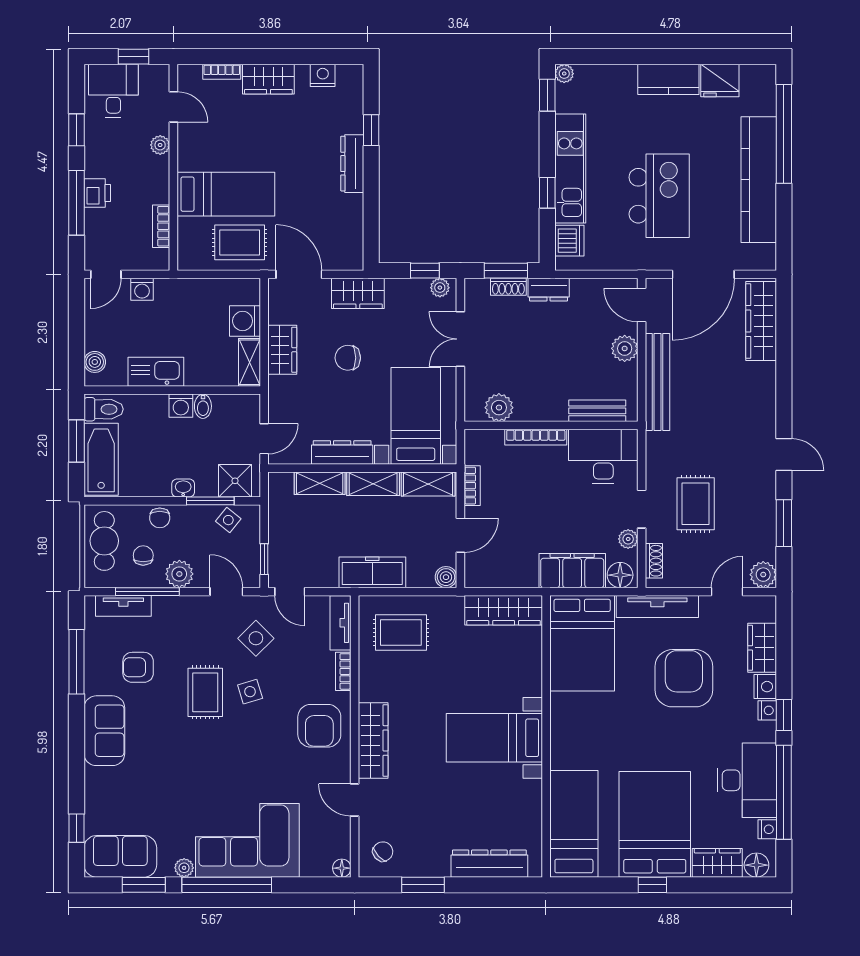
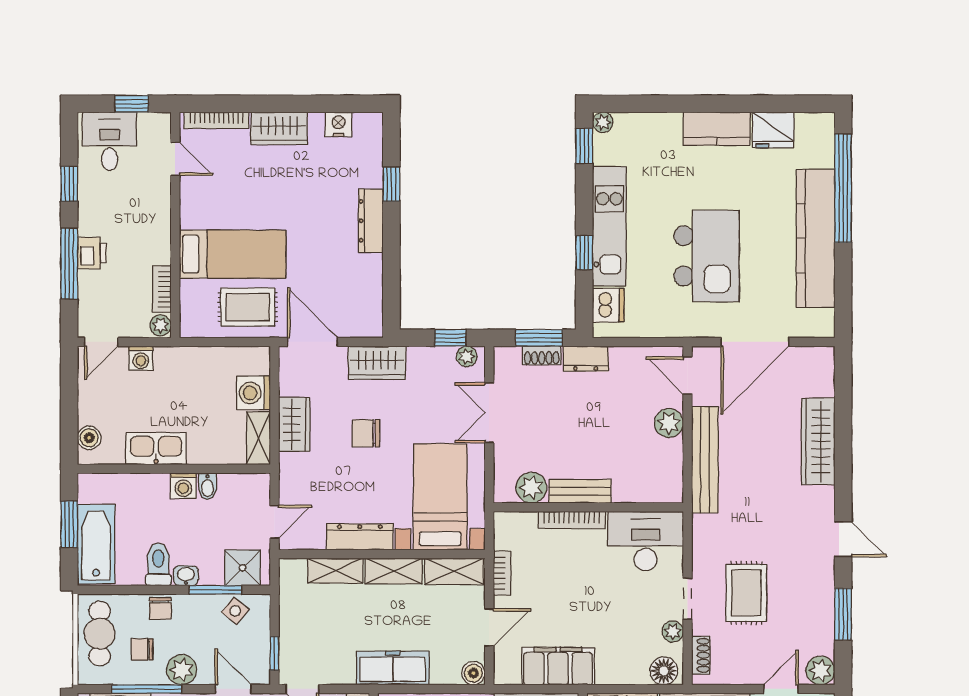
bookcase: (222, 72) -> (216, 120), width x1.56
plant: (160, 145) -> (161, 325), moved
wardrobe: (761, 321) -> (818, 441), moved
toilet: (104, 409) -> (158, 564), moved, turned -90
bench: (597, 411) -> (580, 491), moved
chair: (143, 555) -> (142, 649), turned -90
filing cabinet: (572, 571) -> (558, 666), moved

